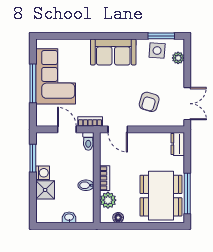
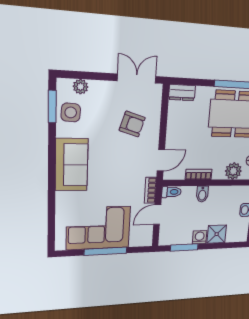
bookcase: (105, 178) -> (199, 174), moved
bidet: (86, 185) -> (202, 194), moved

